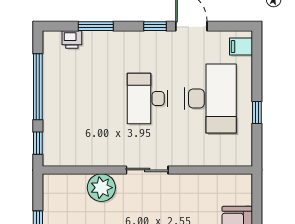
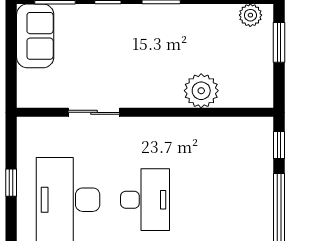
sliding door: (147, 170) -> (94, 112), moved

